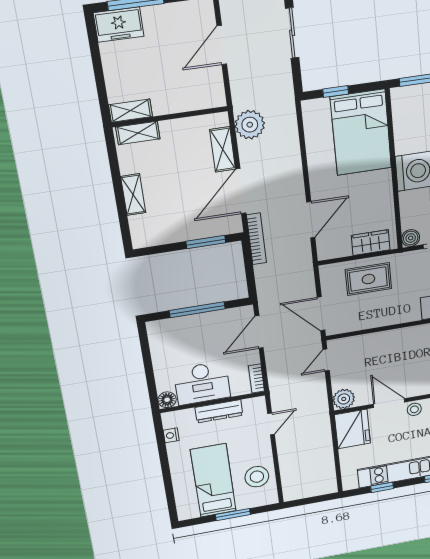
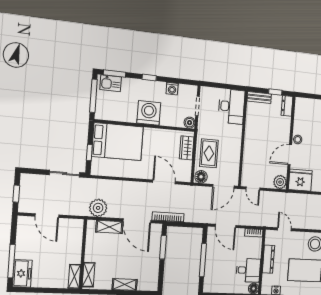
sliding door: (292, 33) -> (65, 174), moved
floor lamp: (330, 276) -> (201, 177), added
desk: (202, 383) -> (248, 270), width x0.73

